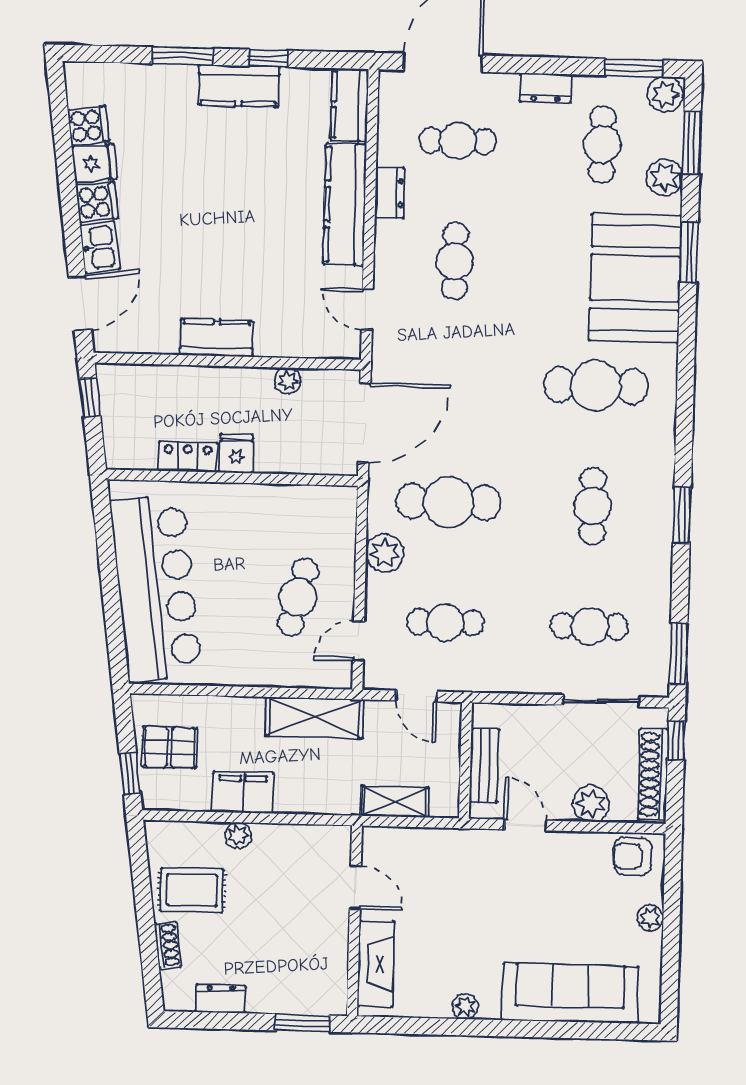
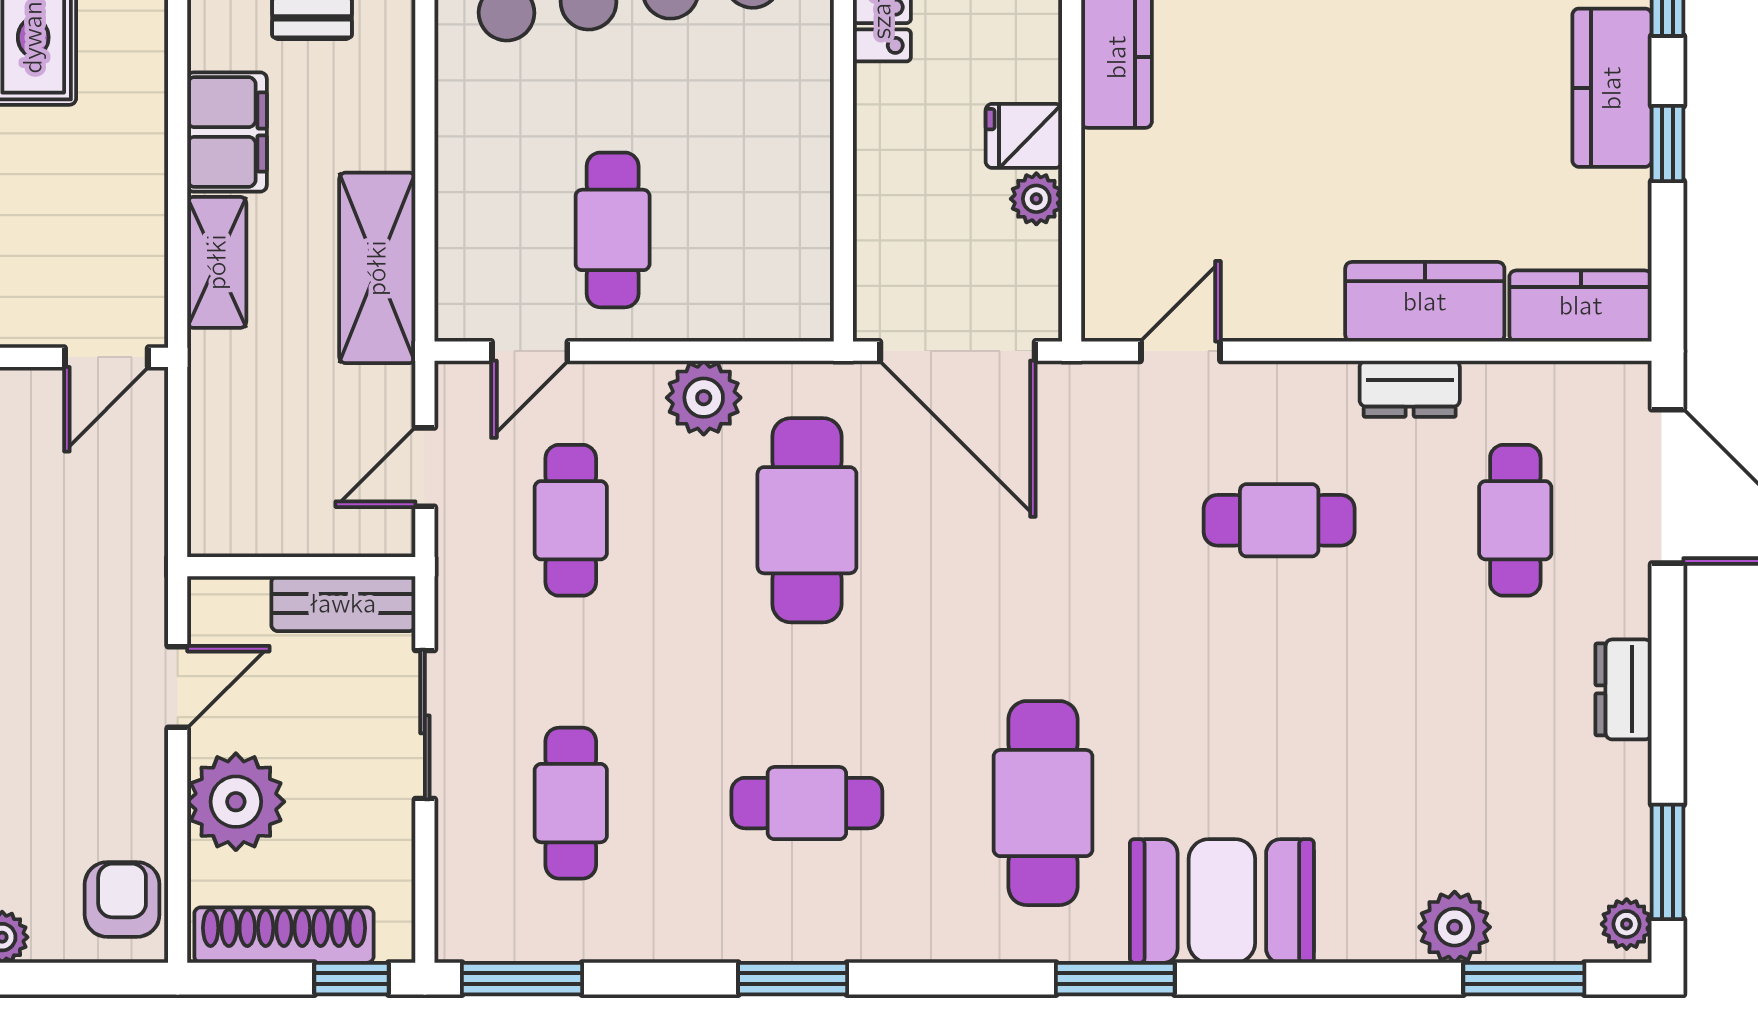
plant: (665, 94) -> (1627, 924), width x0.73, depth x0.73
cafe table: (602, 145) -> (1515, 803), removed
kitchen counter: (345, 204) -> (1425, 302), width x0.67
window: (689, 252) -> (1115, 979), moved
booth: (635, 278) -> (1222, 901), width x0.73, depth x0.70
fridge: (236, 454) -> (1024, 136), moved, turned 180
cafe table: (298, 597) -> (613, 230), turned 76
door: (359, 641) -> (530, 351), swing flipped
sliding door: (601, 701) -> (425, 724), moved
bench: (484, 766) -> (343, 604), moved
shelving: (395, 802) -> (217, 262), moved
plant: (591, 804) -> (236, 802), width x1.36, depth x1.36
plant: (238, 835) -> (143, 125), removed
door: (355, 887) -> (106, 357), moved

